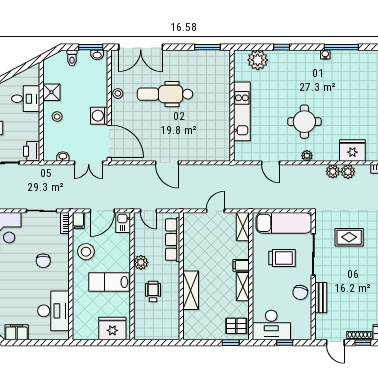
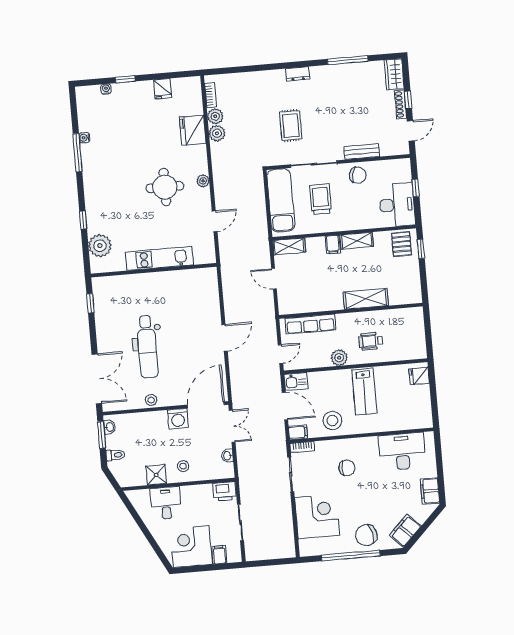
window: (207, 47) -> (90, 303), width x0.67
water cooler: (325, 54) -> (84, 138), moved
plant: (333, 171) -> (215, 116), moved
fridge: (112, 328) -> (419, 376), width x0.53, depth x0.75

